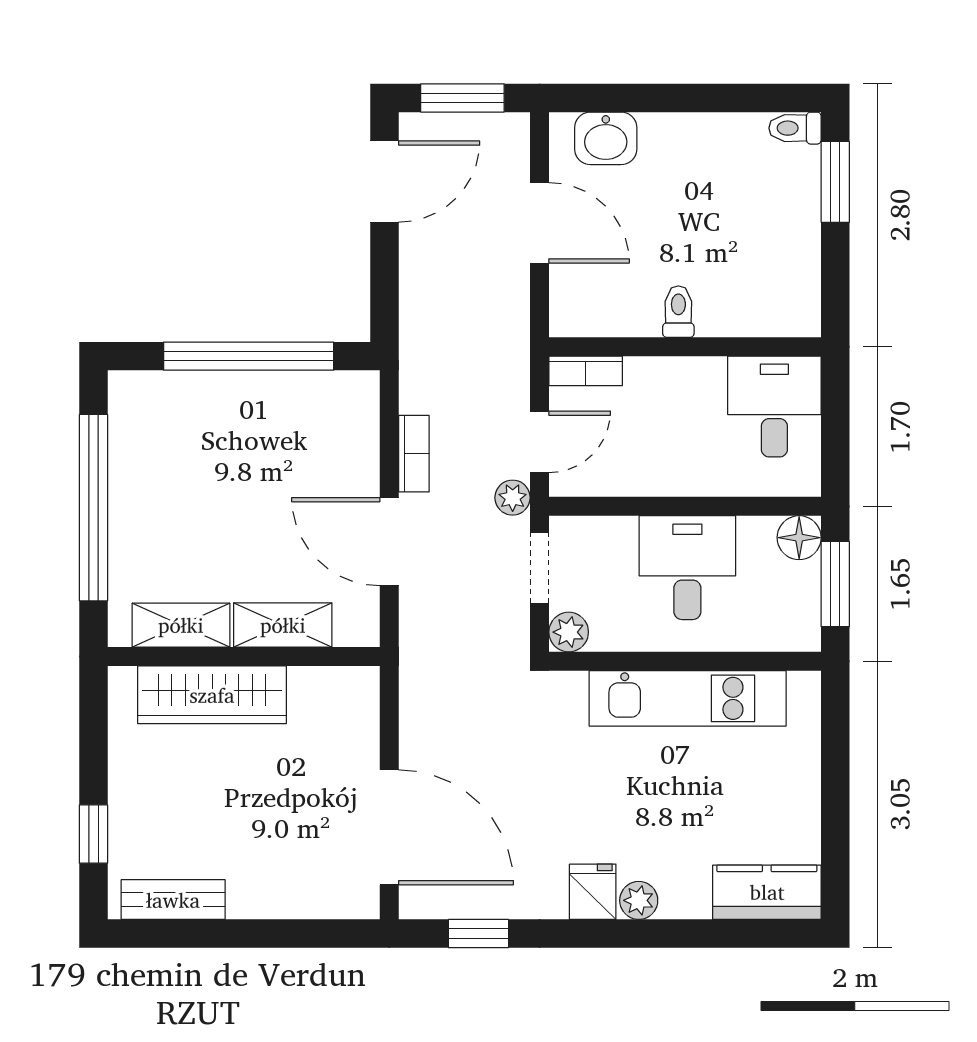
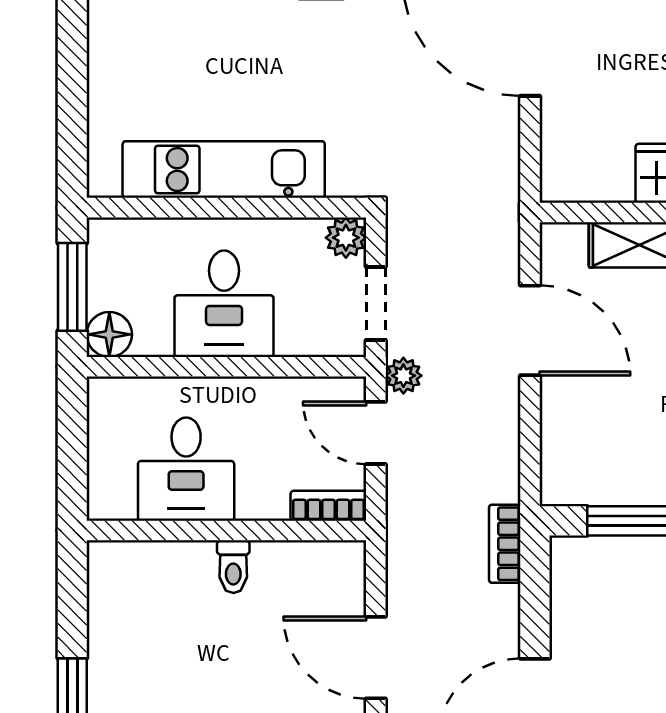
desk: (774, 407) -> (186, 469), moved
door: (539, 442) -> (376, 433), hinge flipped
bookcase: (414, 454) -> (505, 544), moved

